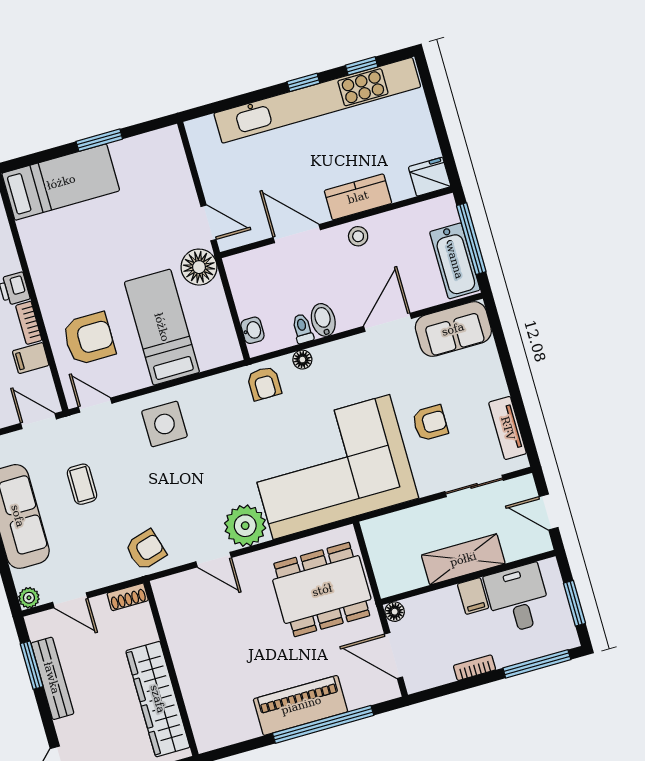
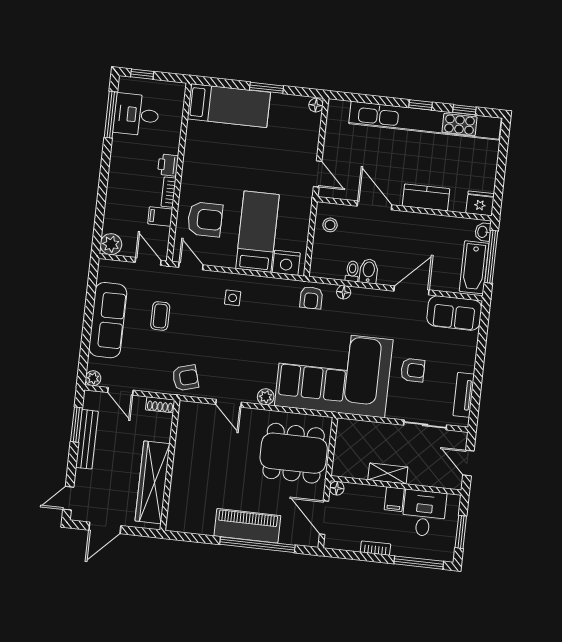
stool: (358, 236) -> (330, 225), moved
floor lamp: (199, 267) -> (316, 105), moved, width x0.53, depth x0.53
washbasin: (252, 330) -> (483, 232), moved, turned 180
nightstand: (214, 352) -> (286, 263), added
side table: (164, 424) -> (233, 298), width x0.54, depth x0.54
plant: (245, 526) -> (266, 397), width x0.53, depth x0.53
shelving: (463, 559) -> (388, 473), width x0.67, depth x0.75

